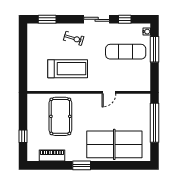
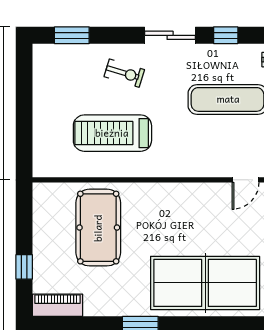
treadmill: (68, 69) -> (112, 133), turned 180
door: (109, 92) -> (245, 180), moved
piano: (52, 156) -> (58, 305), moved

